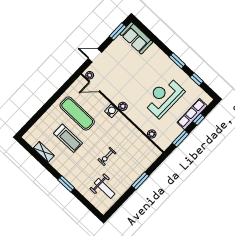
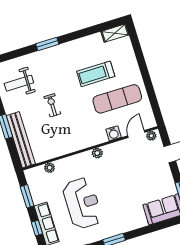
water cooler: (111, 111) -> (114, 133), moved
shelving: (44, 152) -> (115, 33), moved
bench: (143, 165) -> (21, 140), added

